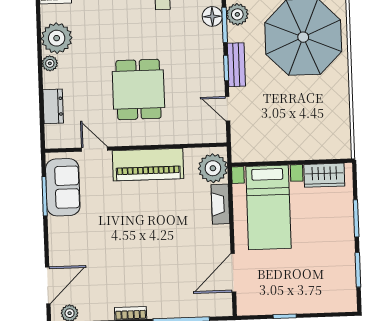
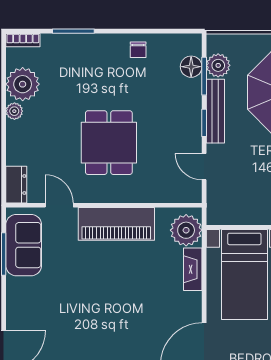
bench: (236, 65) -> (215, 111), width x1.36
dresser: (53, 106) -> (16, 185), moved

